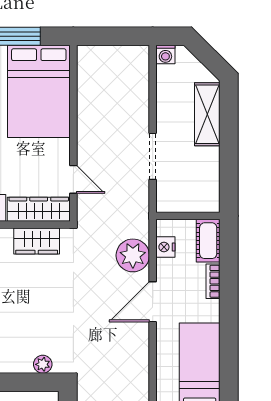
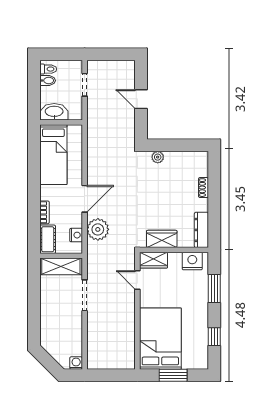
shelving: (207, 114) -> (61, 266), moved, turned 90
wardrobe: (39, 209) -> (153, 260), width x0.67

